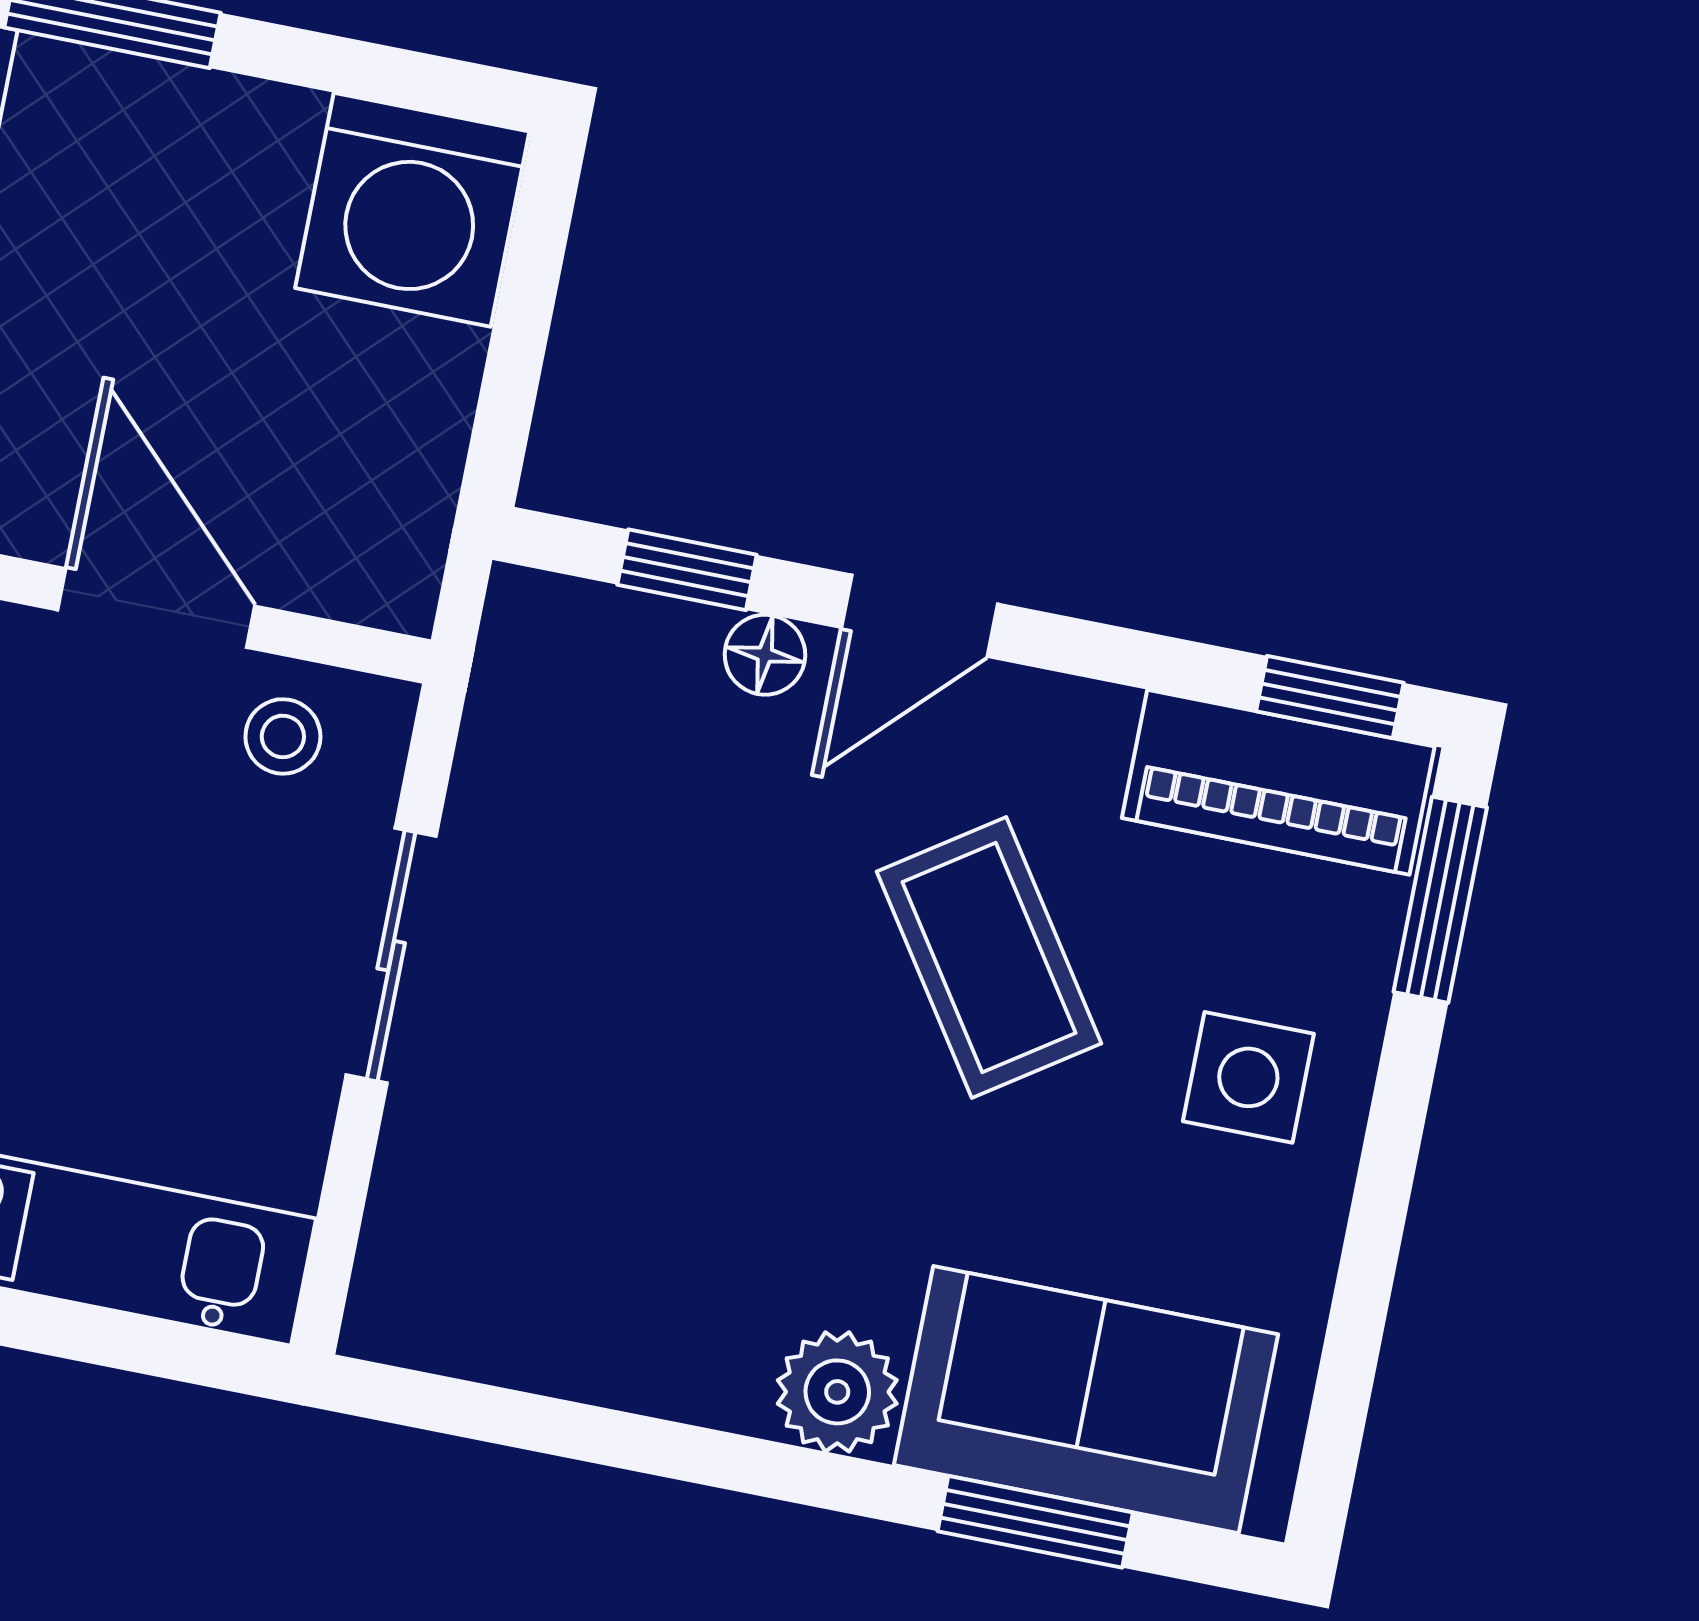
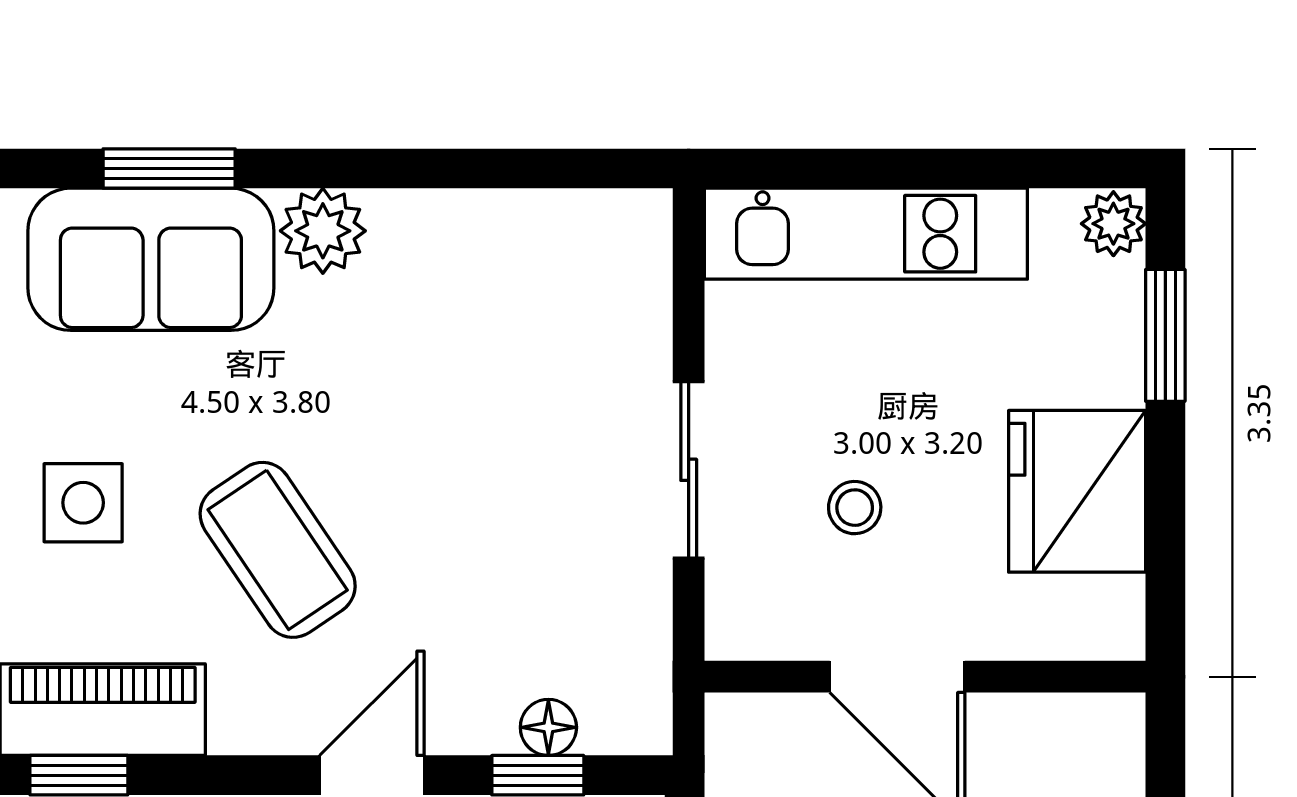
floor lamp: (765, 655) -> (548, 727), moved
stool: (283, 736) -> (855, 508), moved

